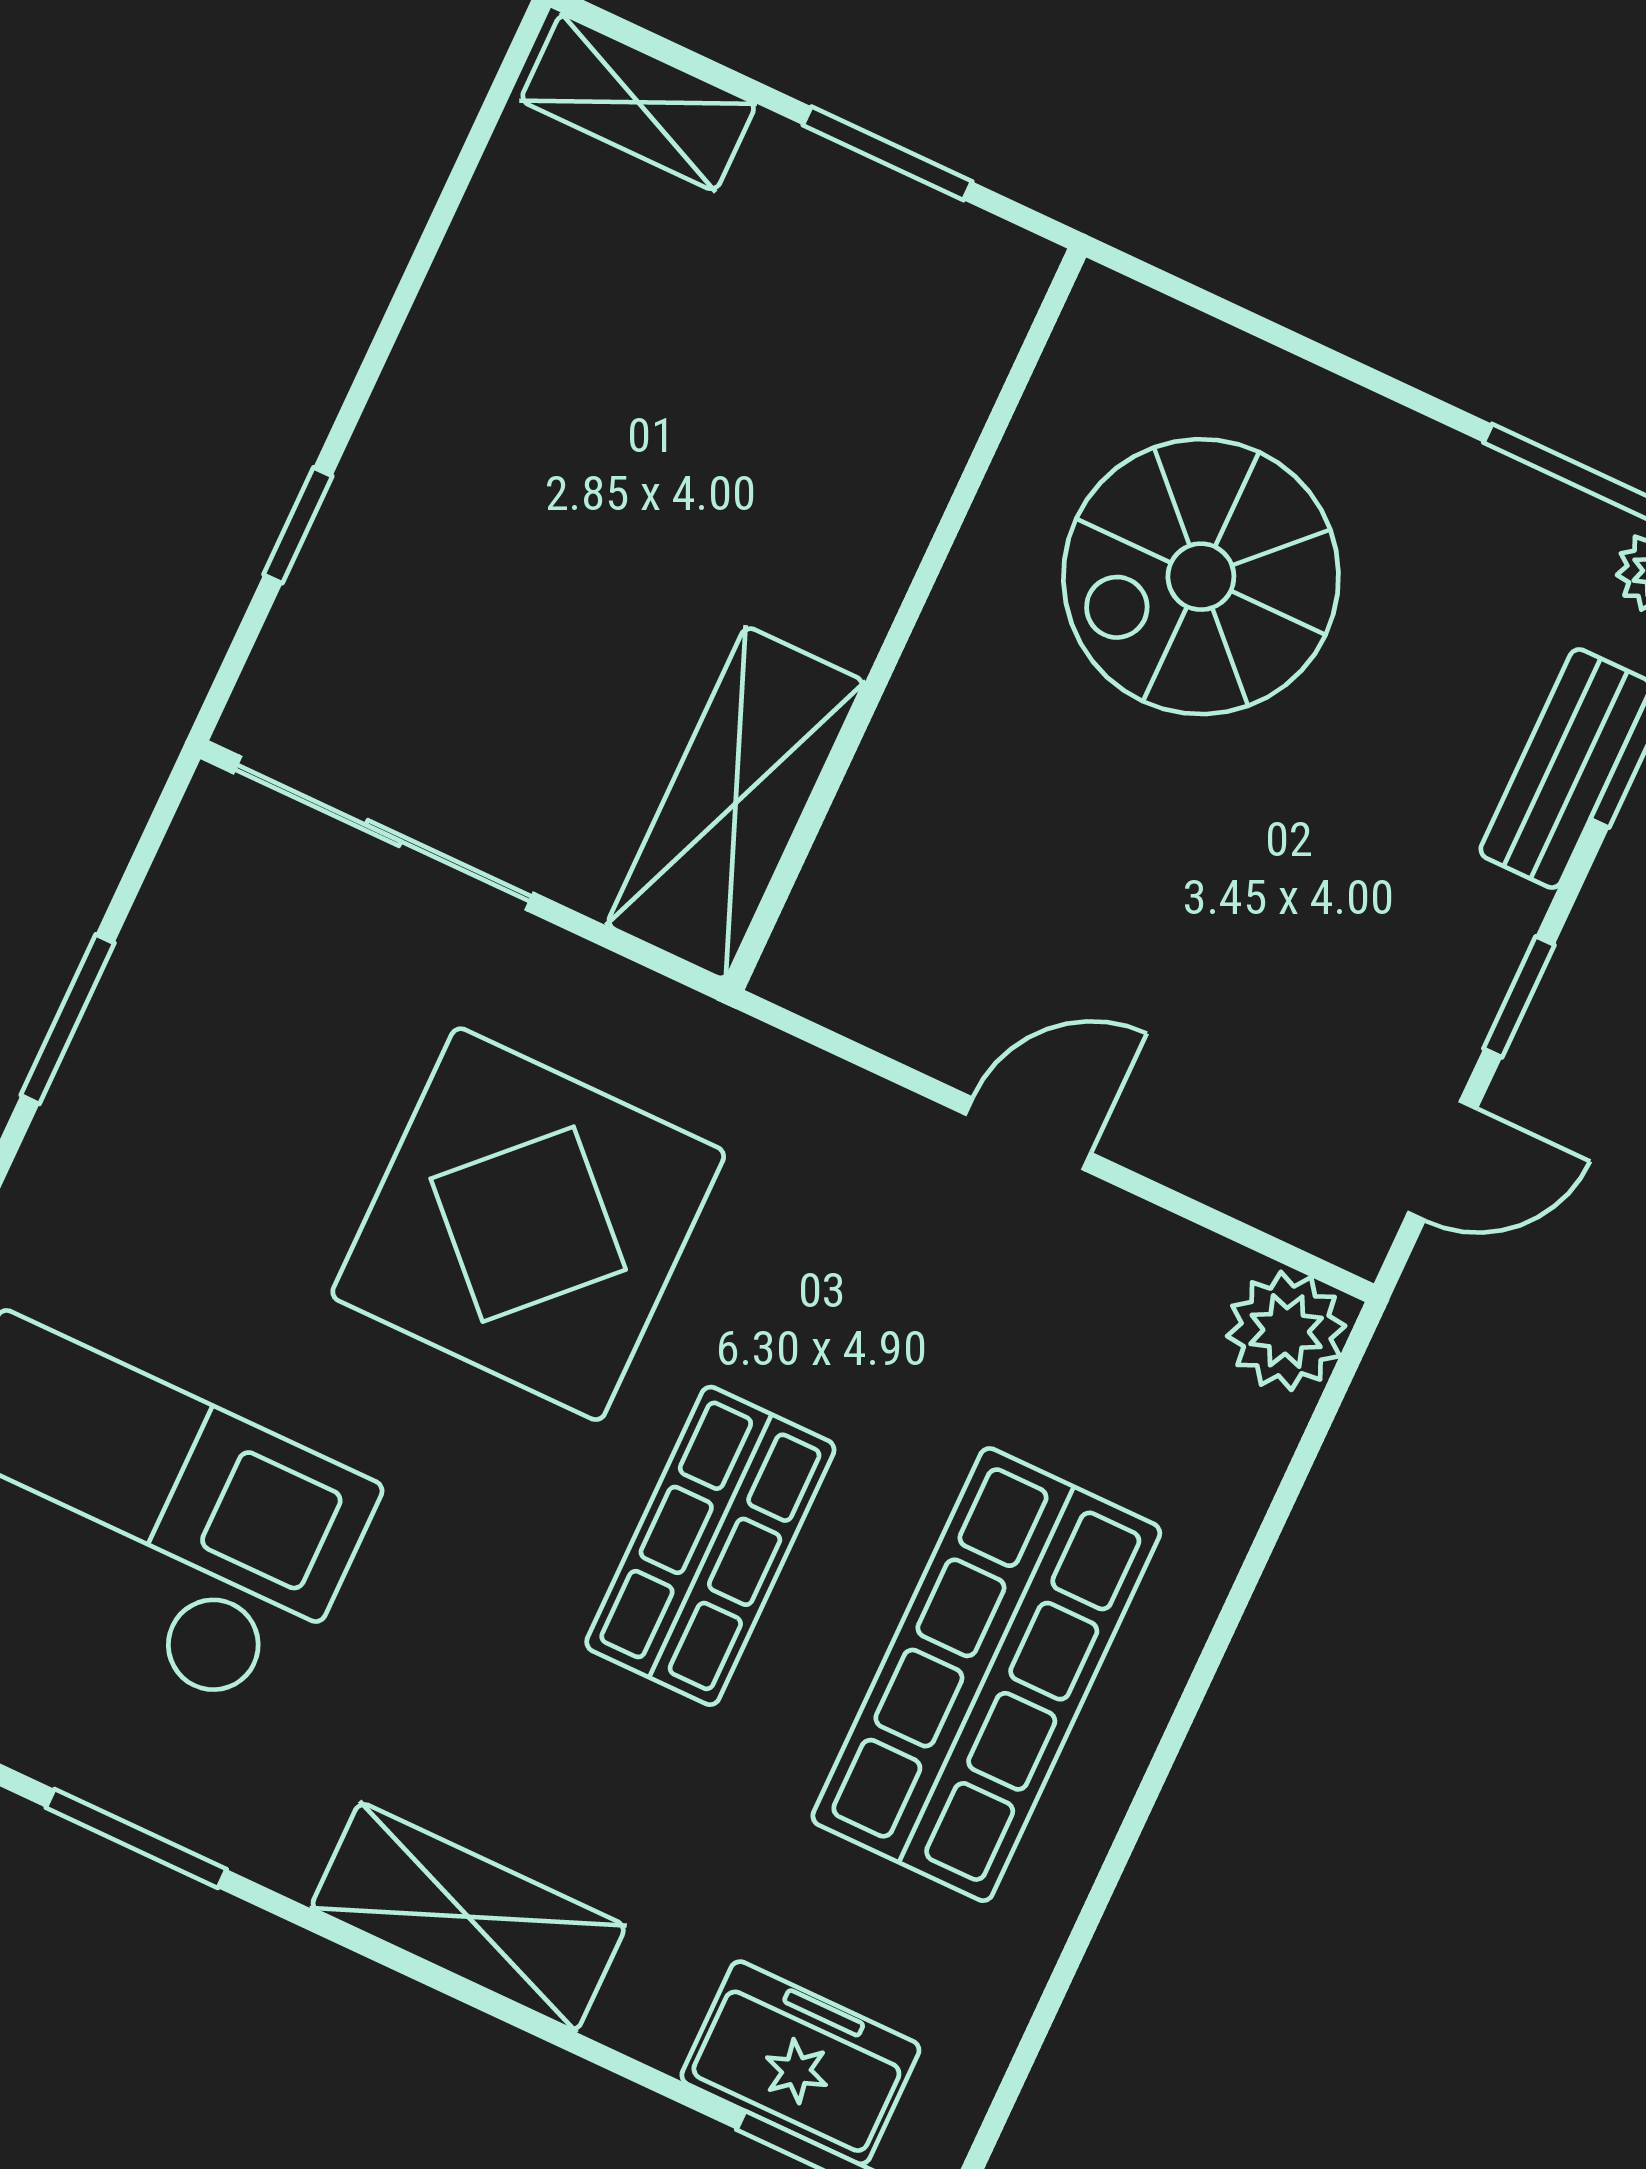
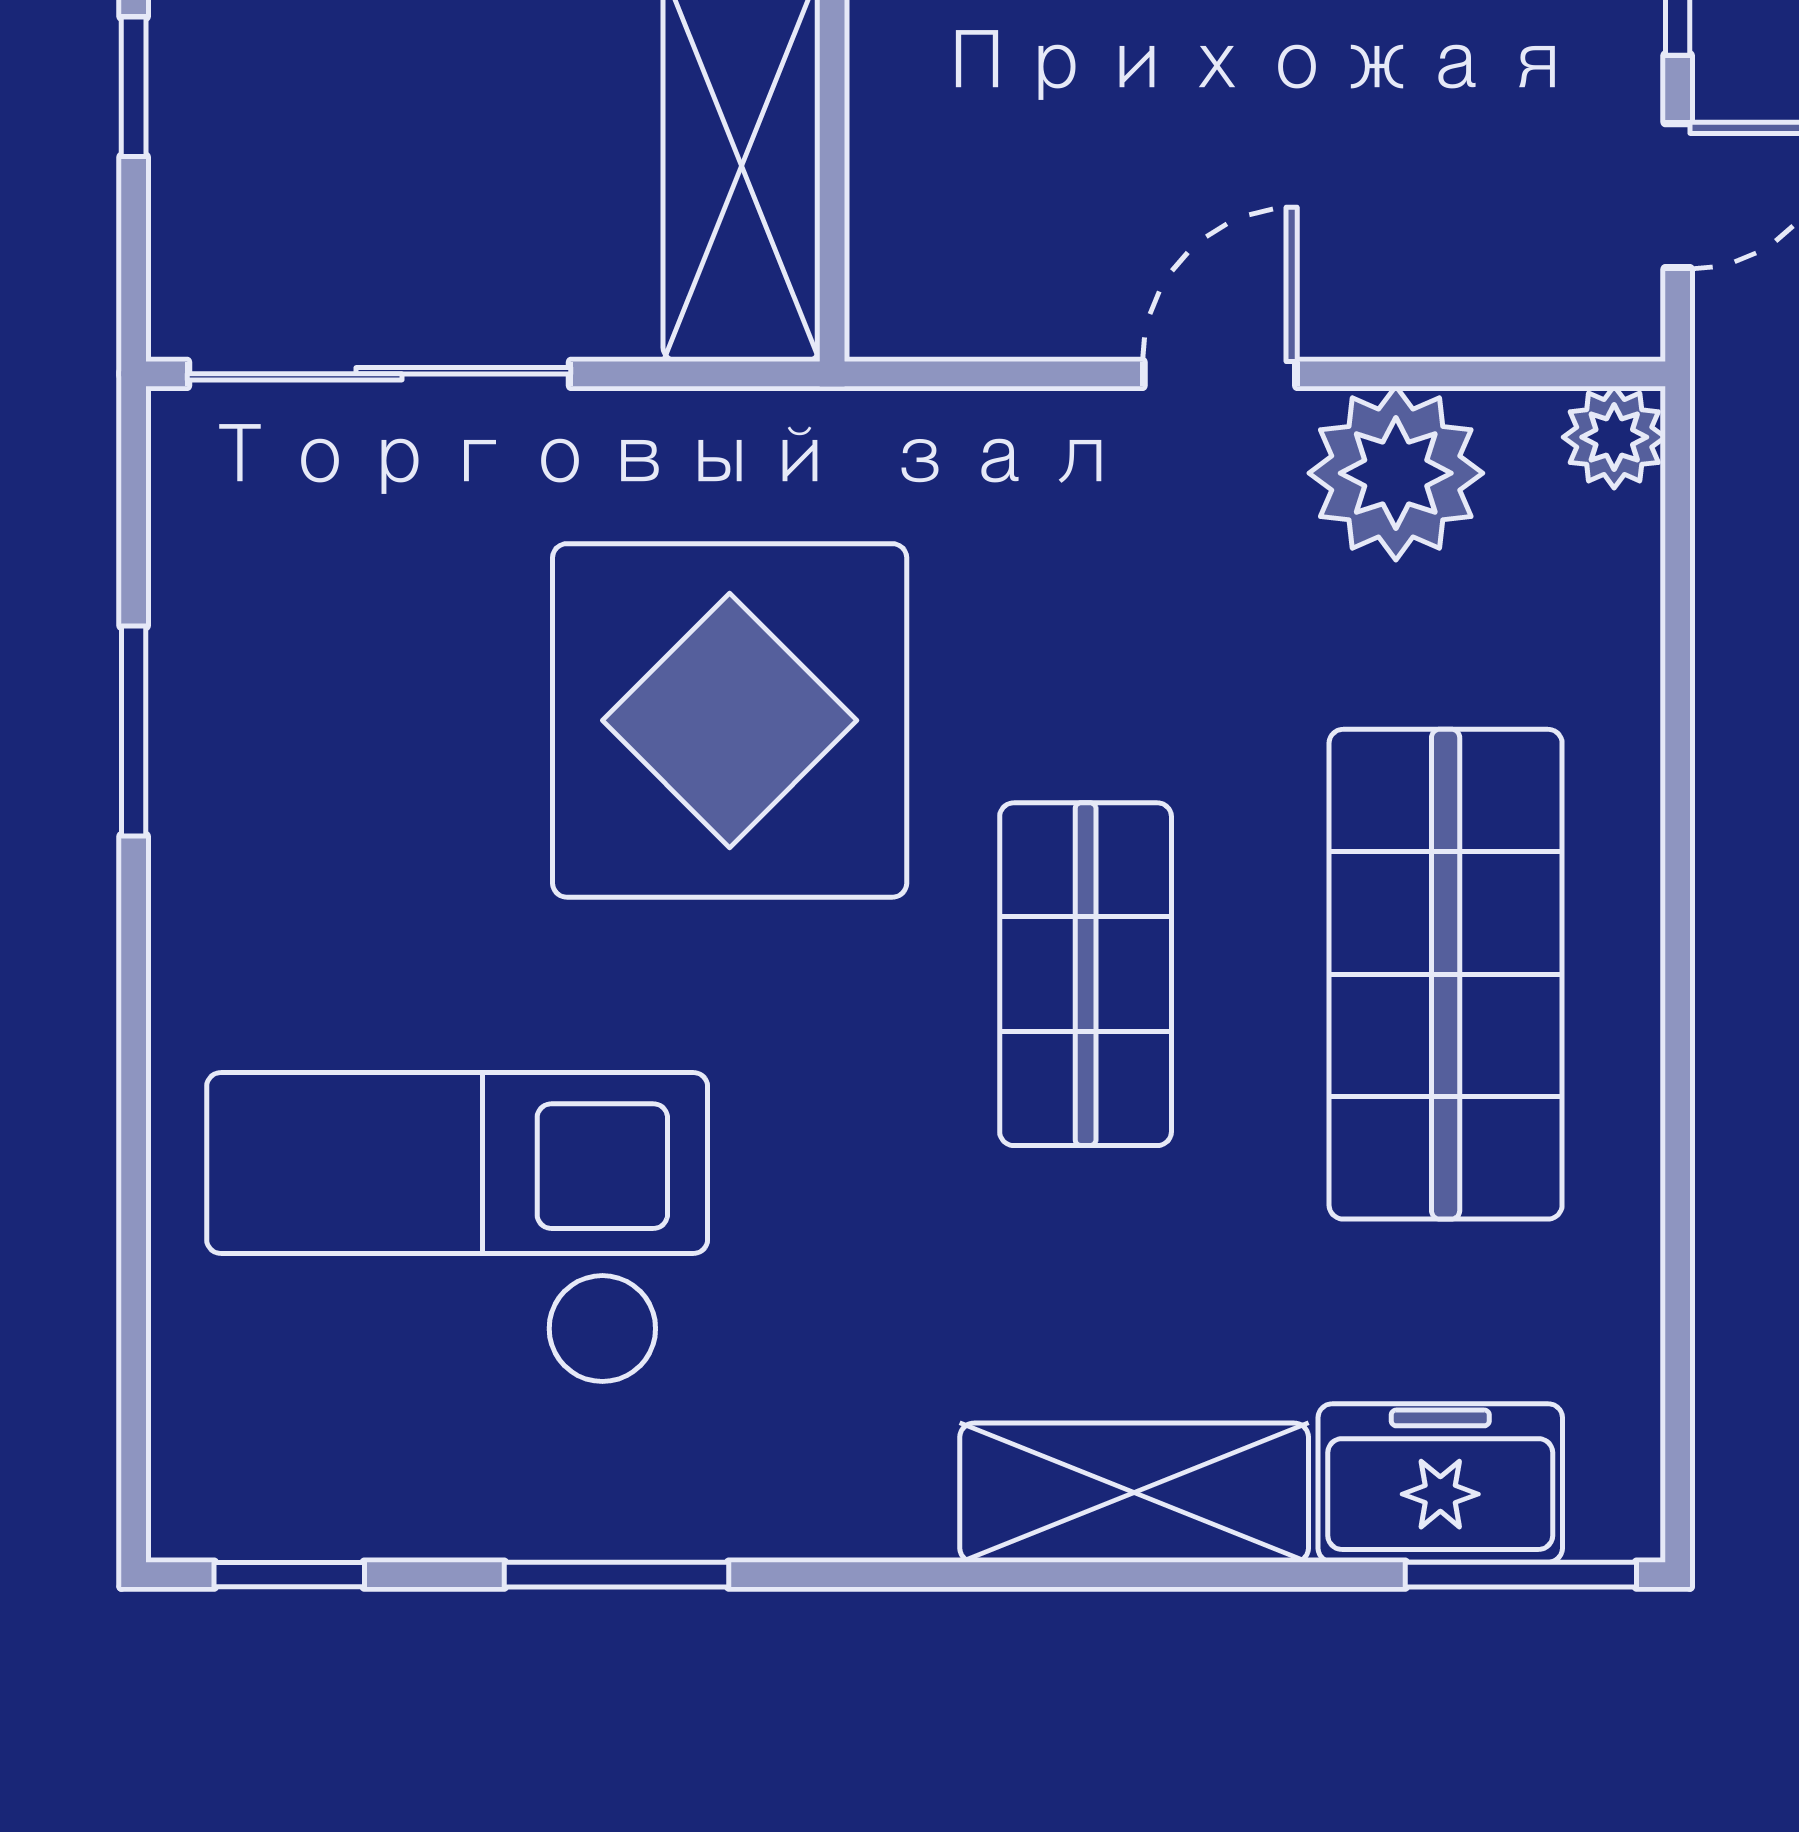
plant: (1127, 1273) -> (1396, 473), added
plant: (1286, 1331) -> (1614, 437), width x0.73, depth x0.73
shelving: (468, 1917) -> (1134, 1493), moved

